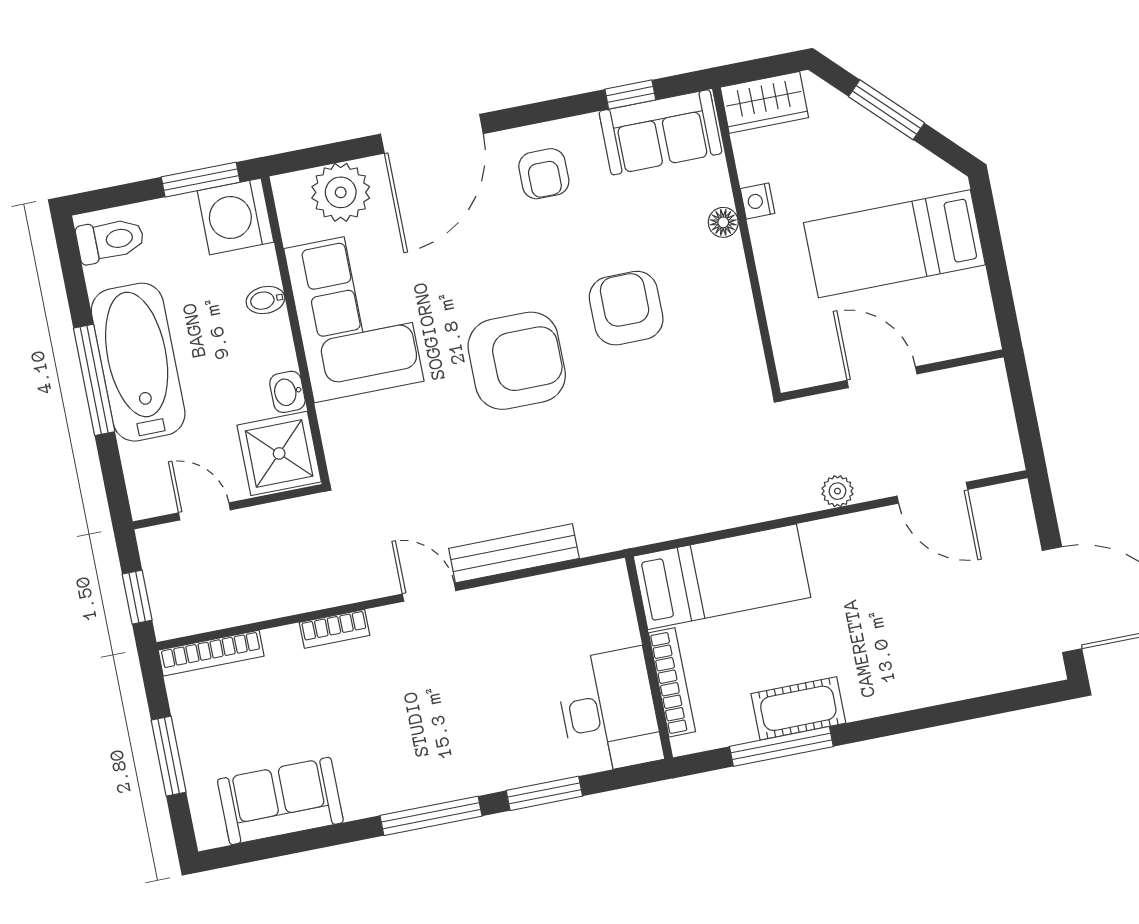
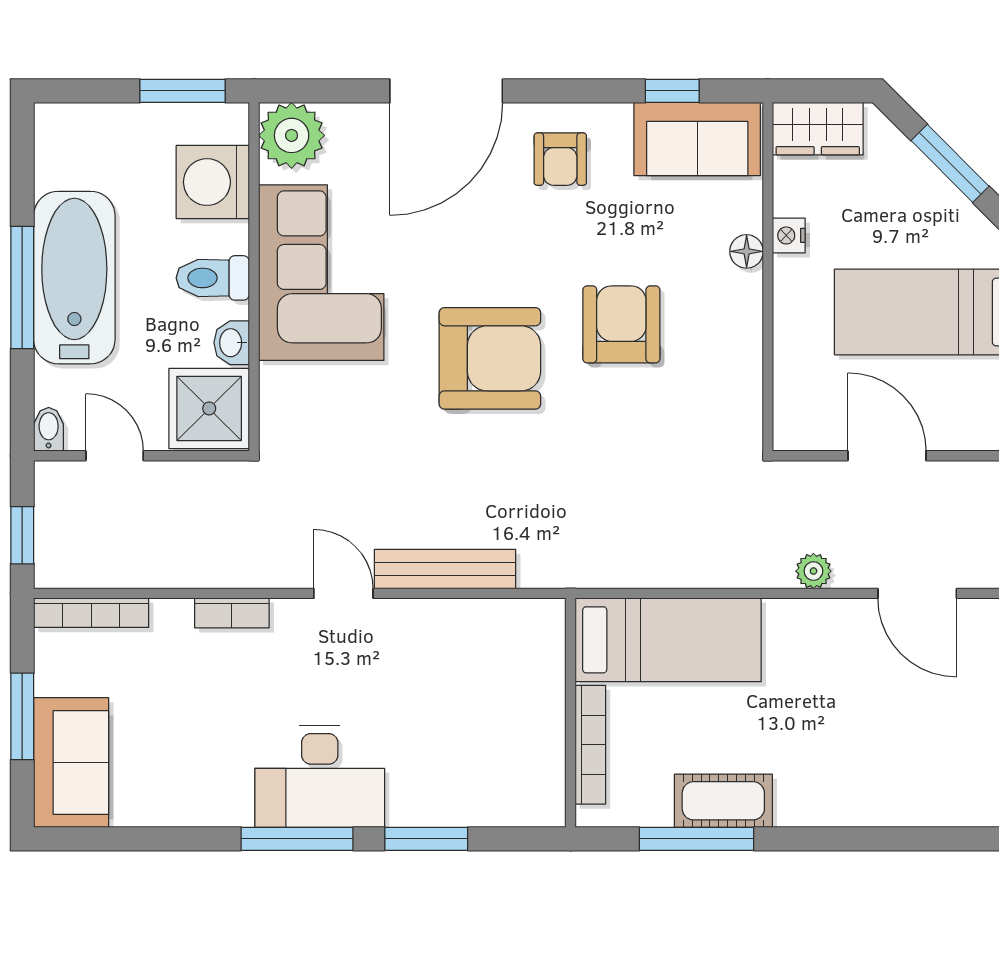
plant: (341, 192) -> (292, 135), moved
washing machine: (235, 216) -> (213, 182), moved
toilet: (110, 240) -> (213, 278), moved, turned 180
bidet: (265, 300) -> (49, 429), moved, turned 90
desk: (609, 711) -> (320, 776), moved, turned 90
sofa: (280, 801) -> (71, 763), moved, turned 90

